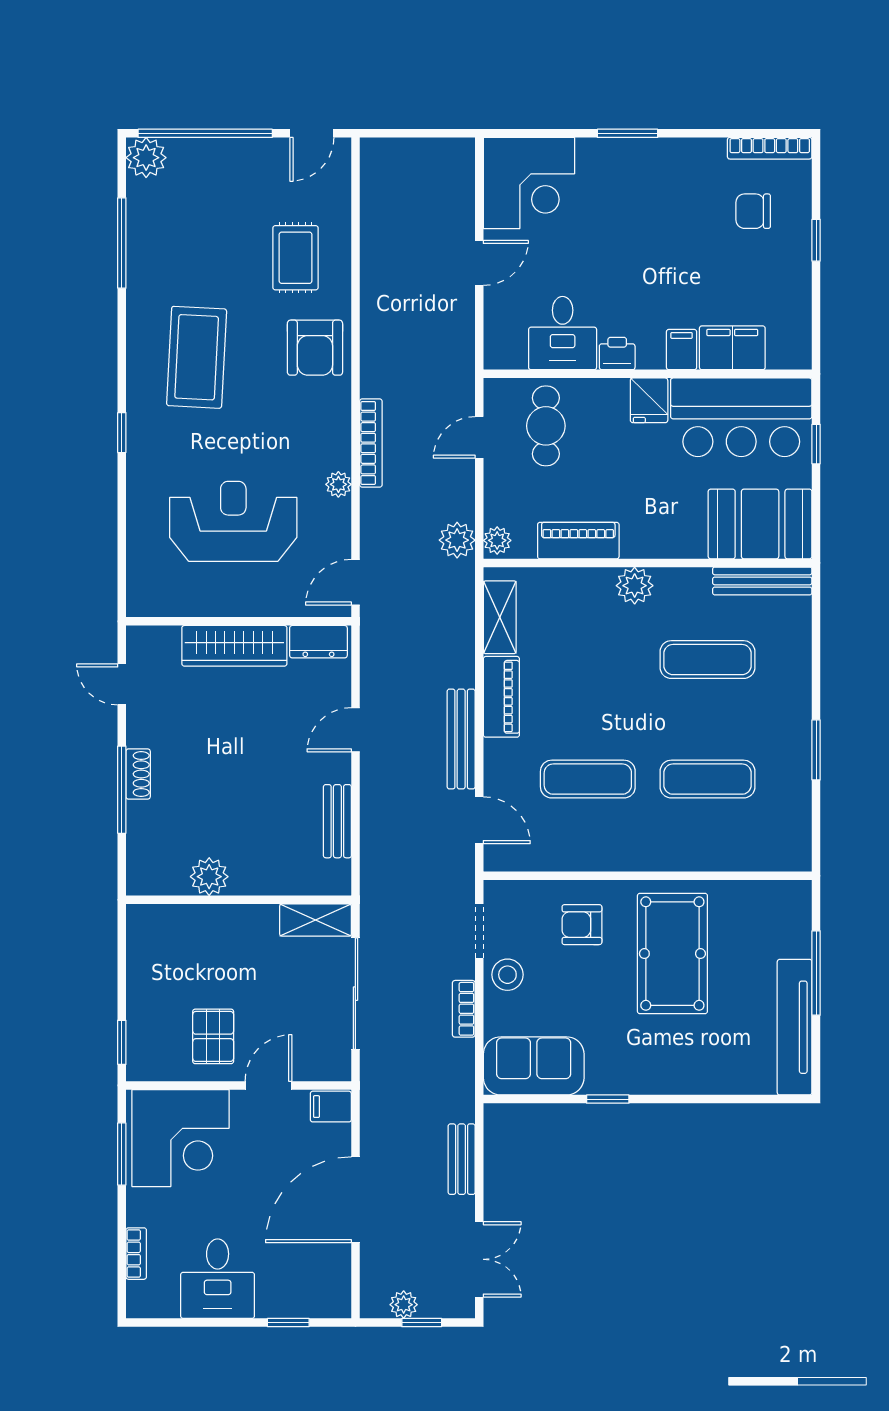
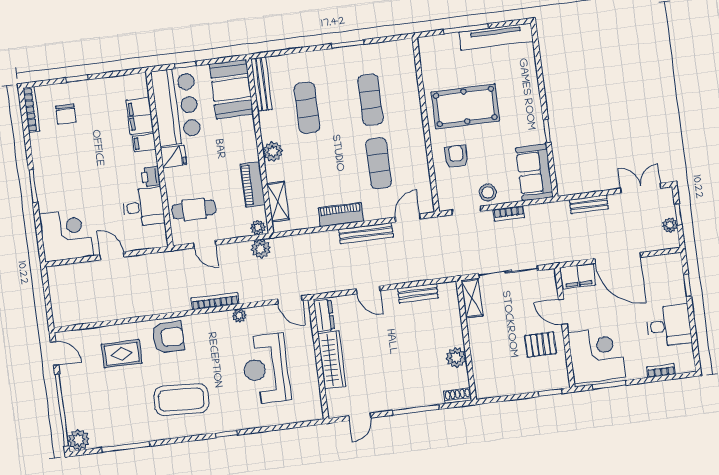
shelving: (500, 617) -> (278, 202), moved, turned 90
shoe rack: (138, 774) -> (458, 396), moved
armchair: (582, 925) -> (456, 156), turned 180
filing cabinet: (331, 1107) -> (578, 276), width x2.00

